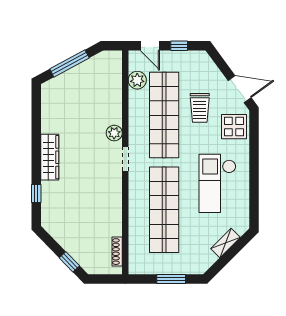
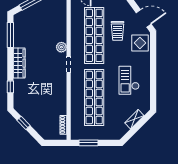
plant: (137, 80) -> (77, 13), removed
window: (36, 114) -> (10, 35), added
checkout: (217, 183) -> (129, 80), width x0.73, depth x0.83
window: (69, 262) -> (23, 123), moved
window: (171, 279) -> (89, 143), moved

